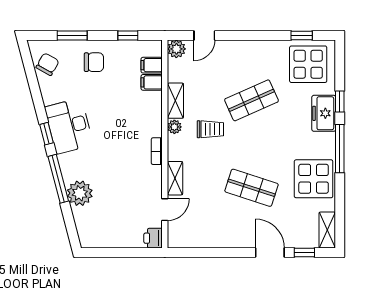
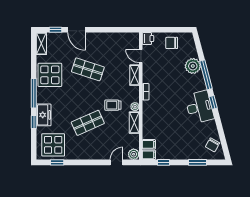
chair: (94, 62) -> (172, 43), moved
filing cabinet: (152, 82) -> (149, 155), moved
door: (165, 210) -> (141, 56), hinge flipped

